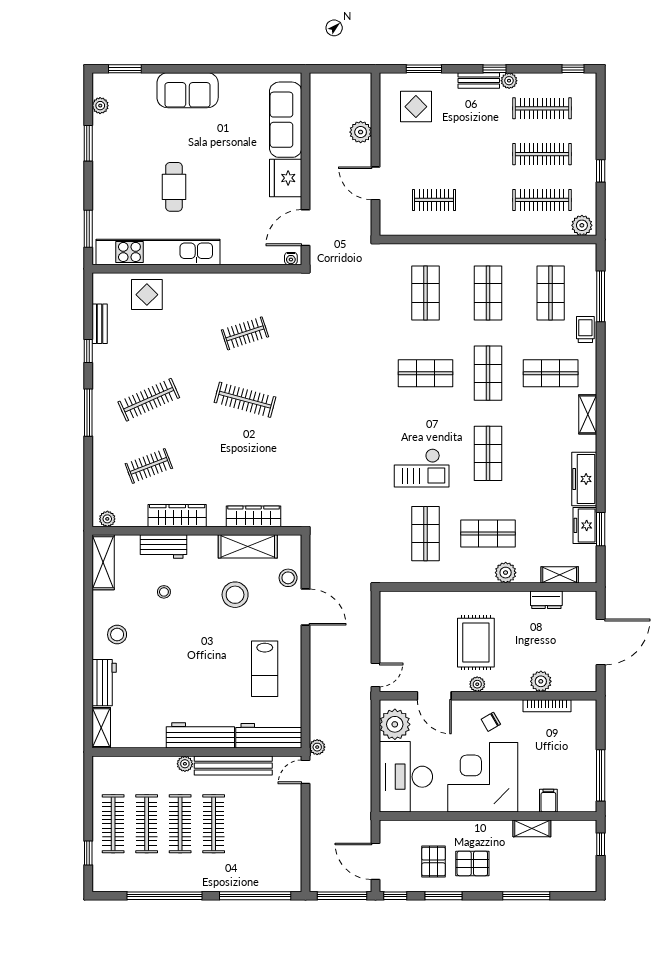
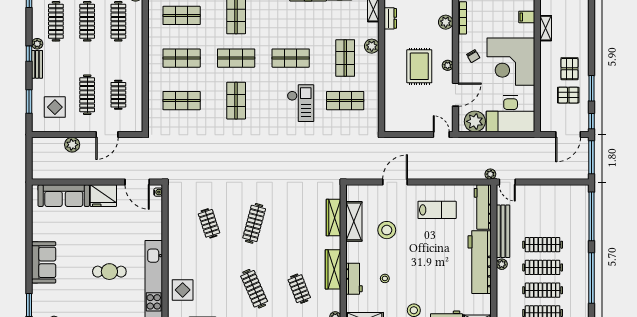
clothes rail: (434, 154) -> (87, 95), added
stool: (288, 578) -> (375, 194), removed
rug: (476, 643) -> (419, 66), turned 90
workbench: (200, 735) -> (480, 262), width x1.36, depth x1.32
window: (526, 896) -> (591, 32), removed

